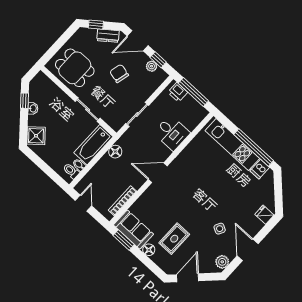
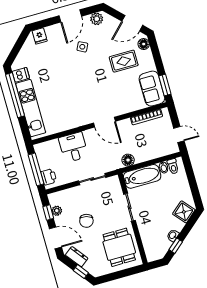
door: (83, 203) -> (179, 135), swing flipped
floor lamp: (149, 250) -> (144, 44), moved

